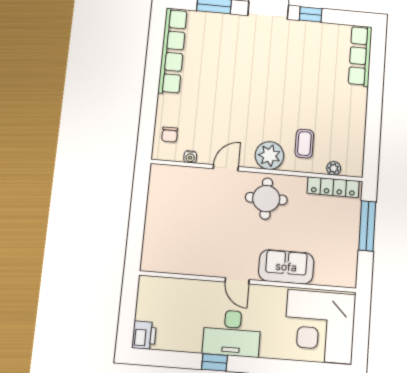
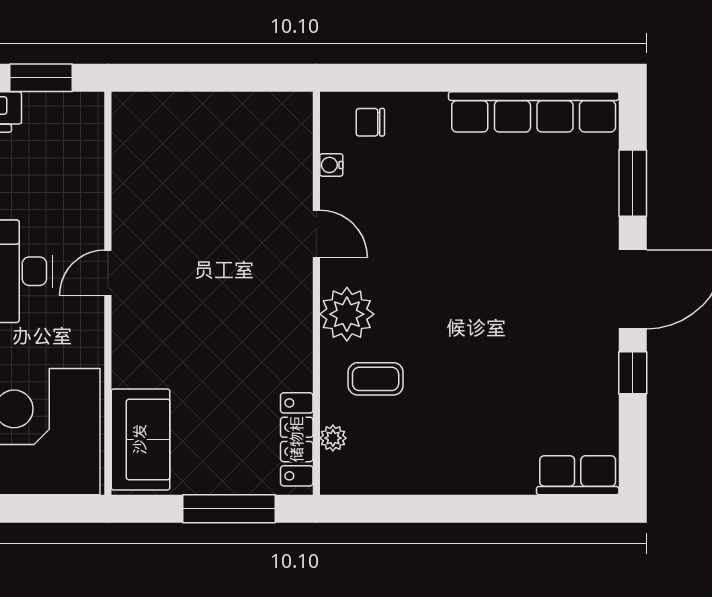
row of seats: (360, 56) -> (578, 475), width x0.68
round table: (266, 199) -> (264, 315), removed
sofa: (286, 267) -> (140, 439), moved
window: (128, 309) -> (41, 78), added

